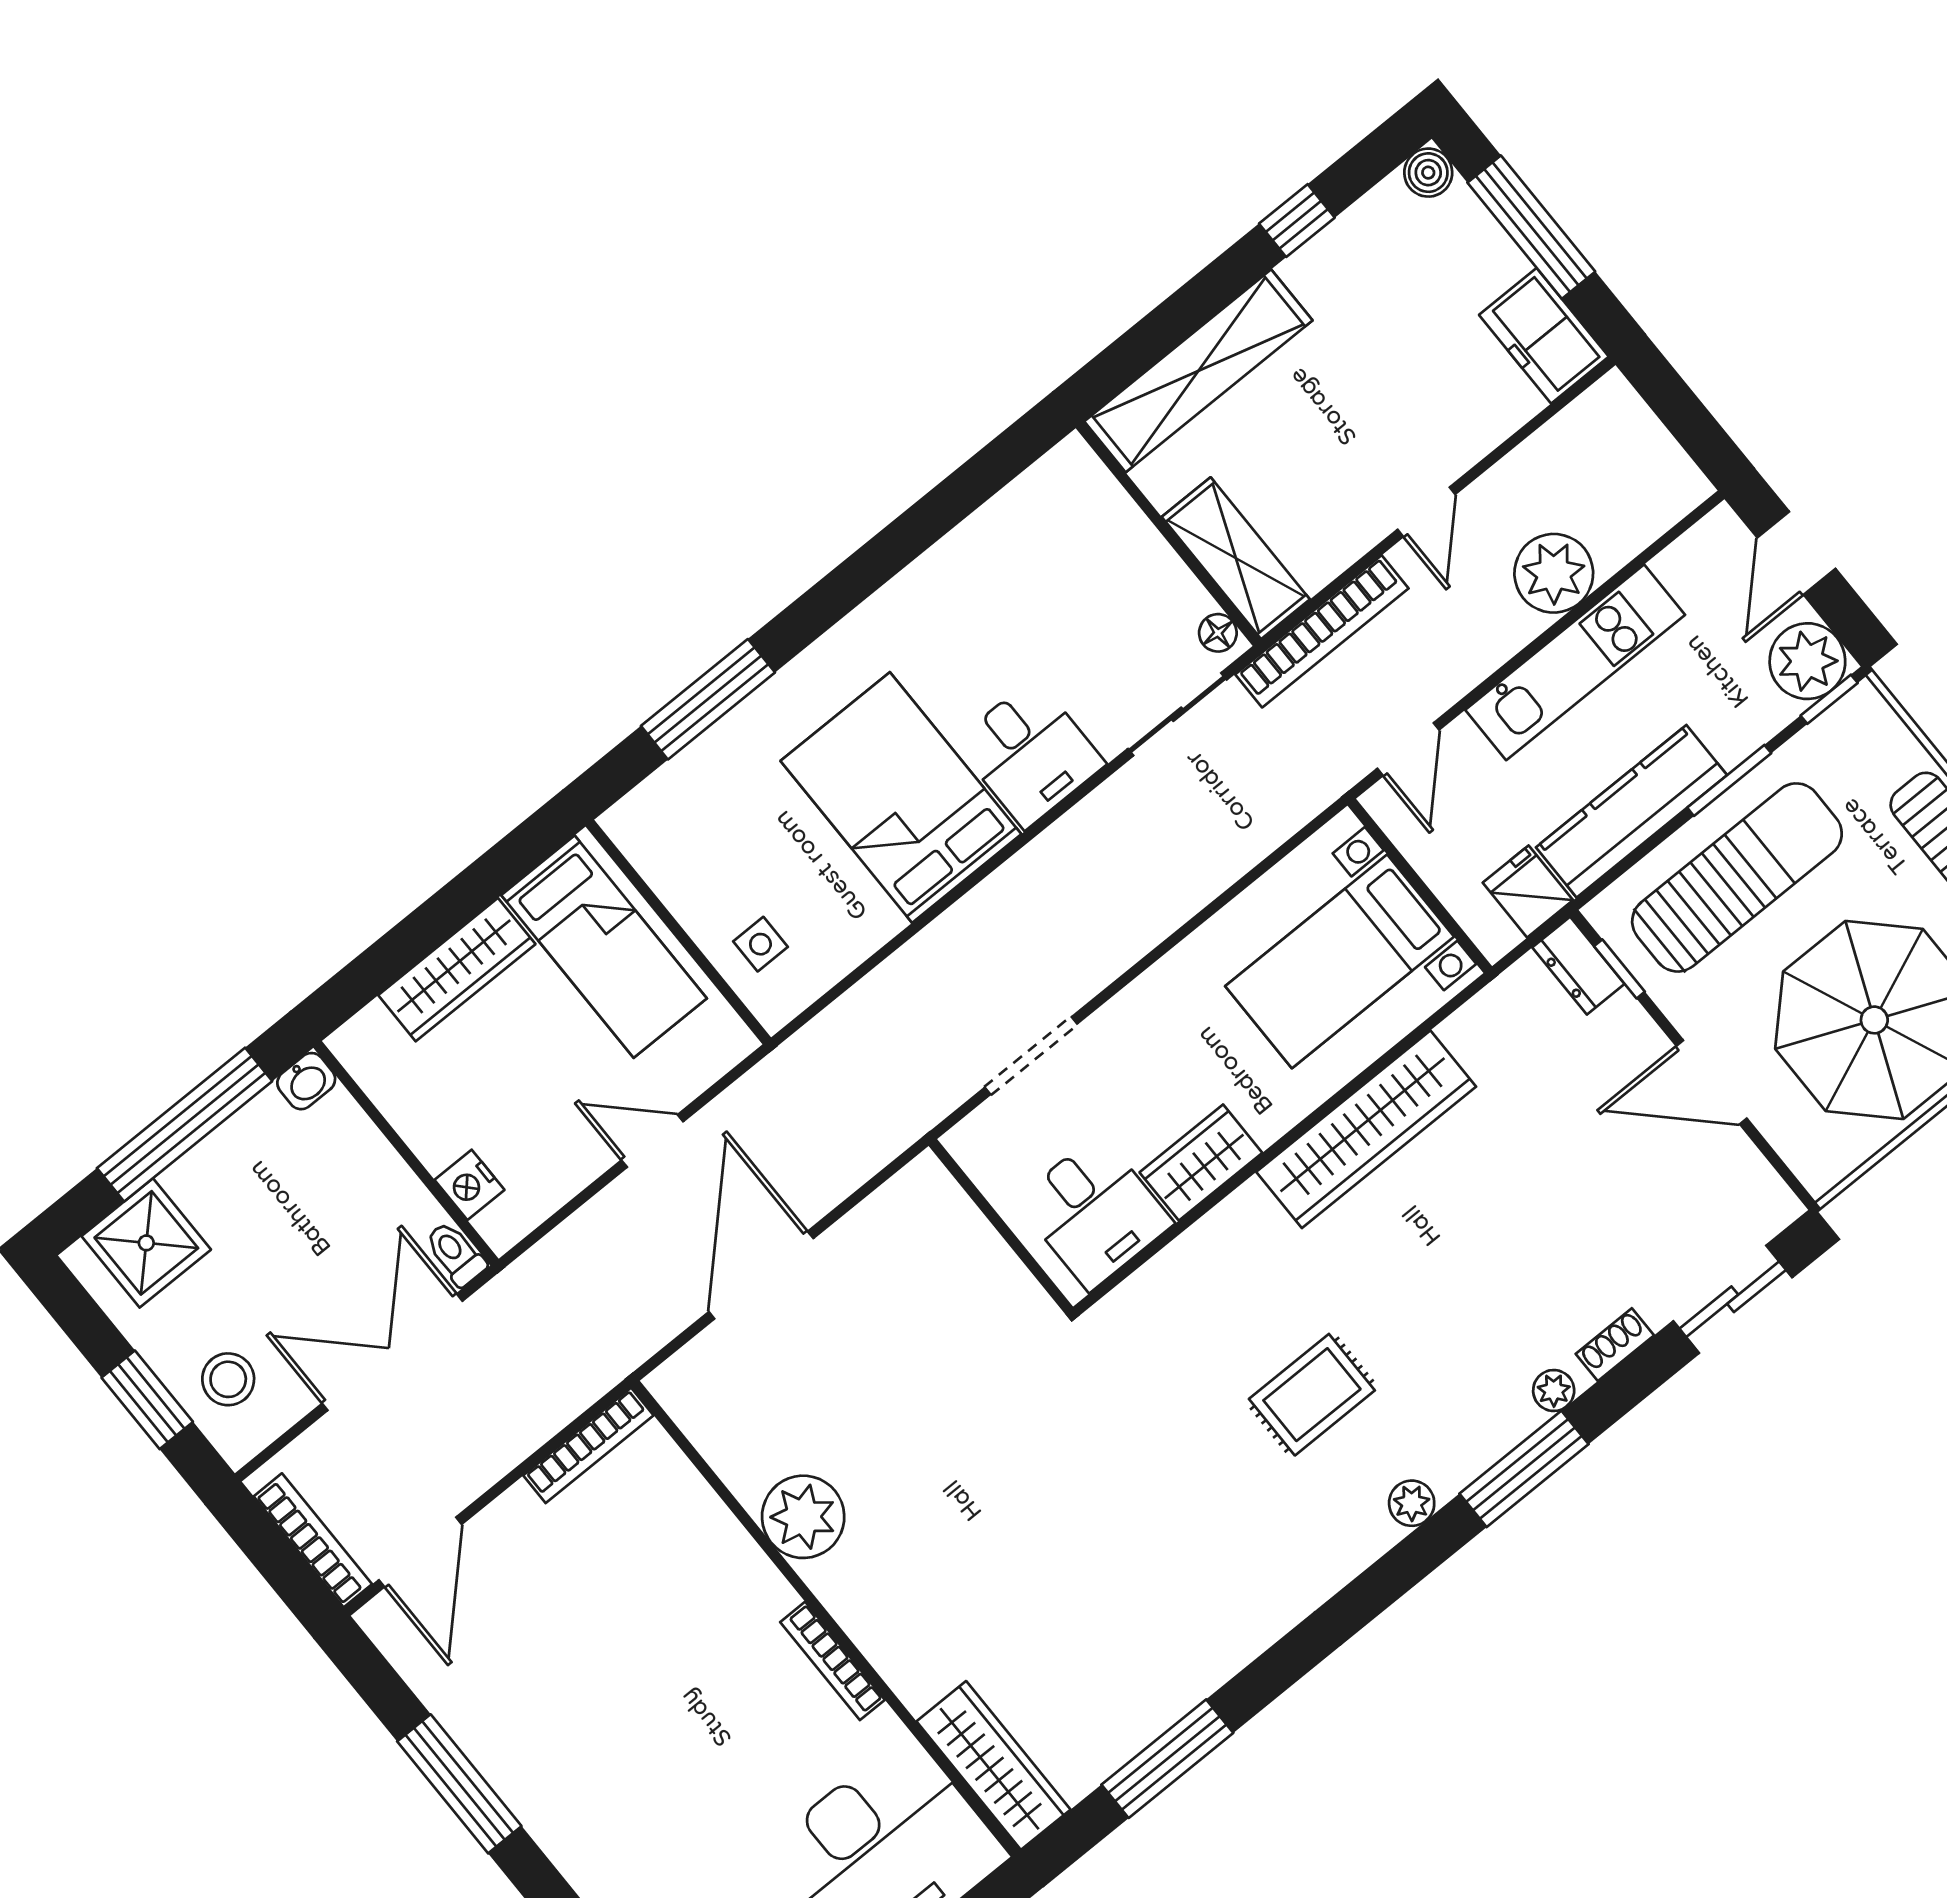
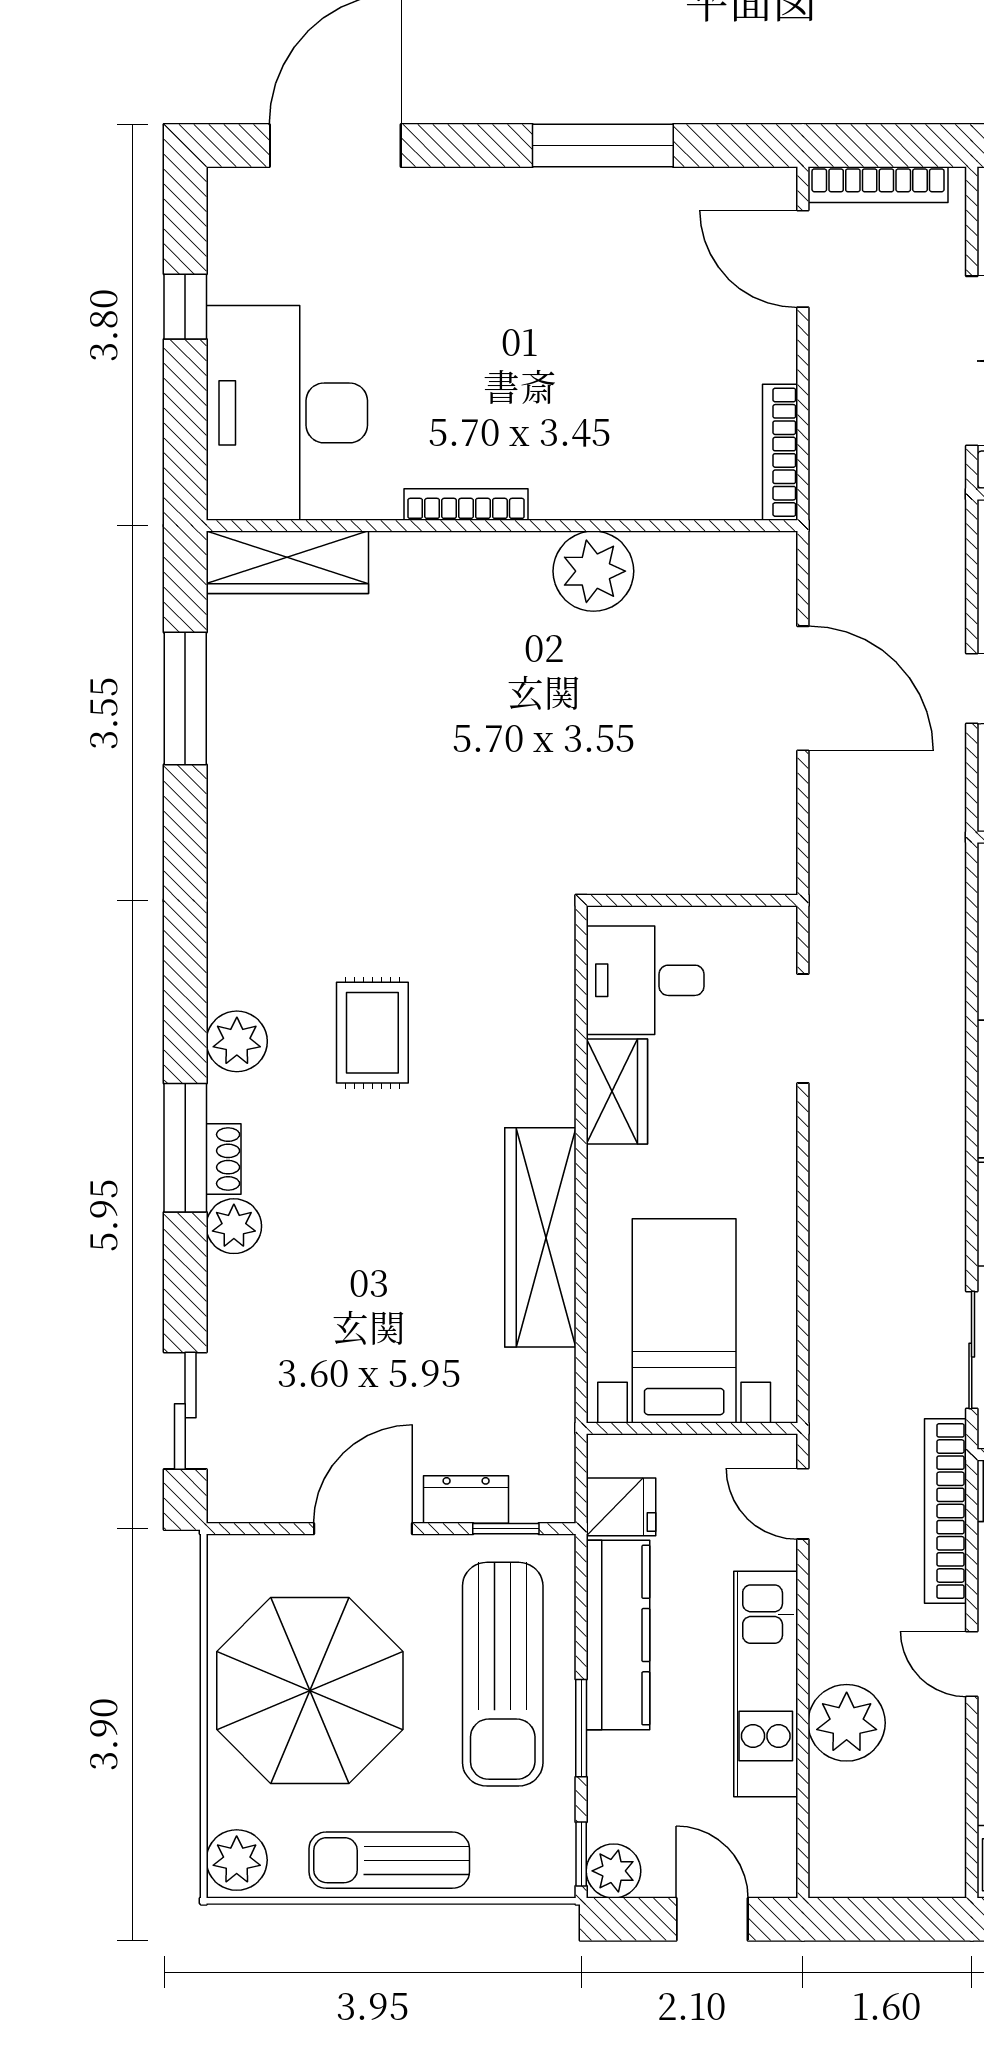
plant: (1807, 661) -> (614, 1871), width x0.73, depth x0.73
dresser: (1578, 966) -> (466, 1499), moved
shoe rack: (1615, 1345) -> (224, 1159), moved
plant: (1554, 1391) -> (234, 1226), width x1.38, depth x1.38
plant: (1412, 1503) -> (237, 1041), width x1.38, depth x1.38

